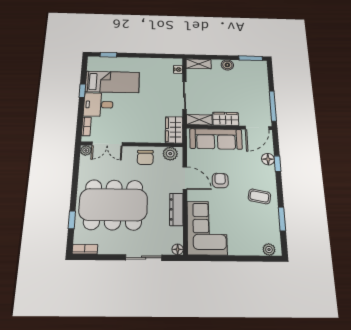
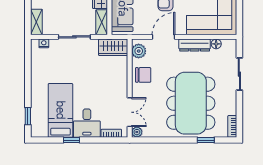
floor lamp: (178, 249) -> (216, 44), moved

